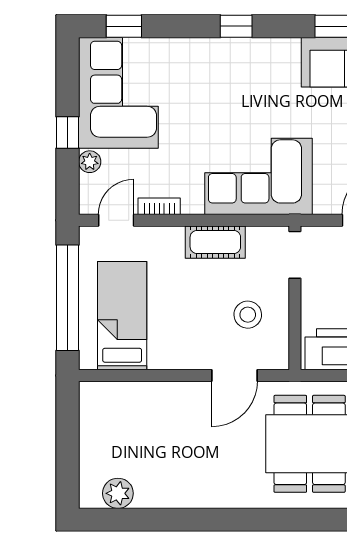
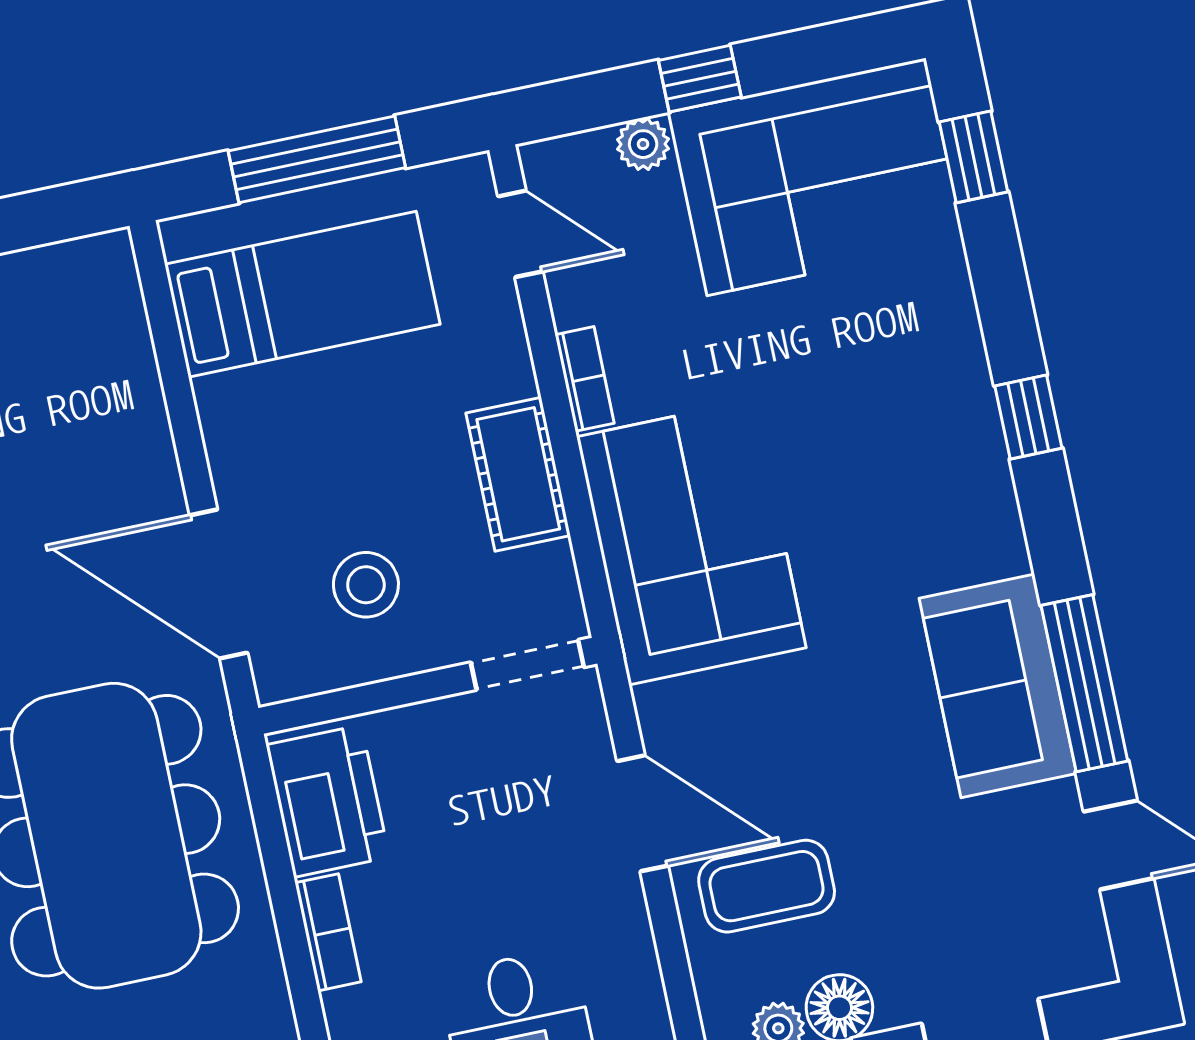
bookcase: (159, 206) -> (585, 379), moved
window: (68, 298) -> (317, 159), width x0.68
door: (235, 375) -> (219, 584), width x1.36

